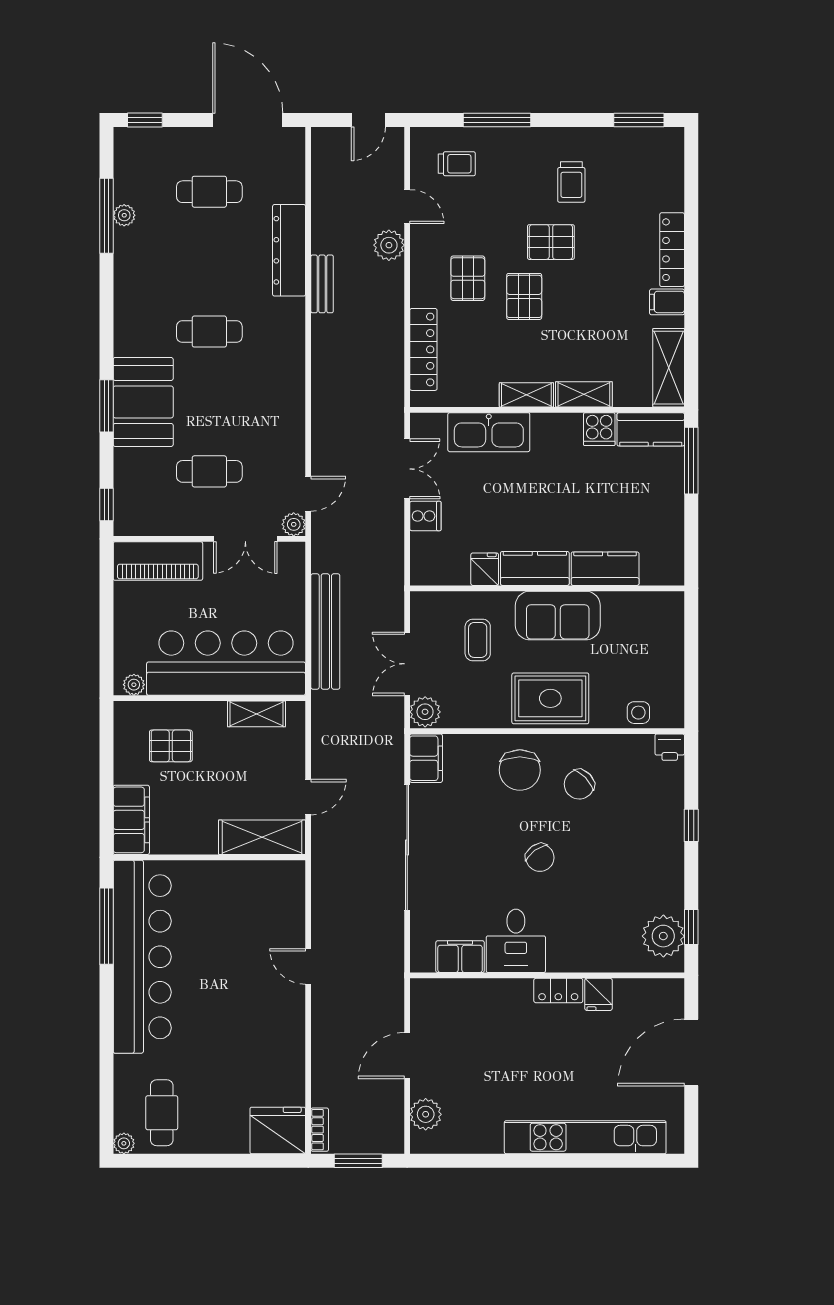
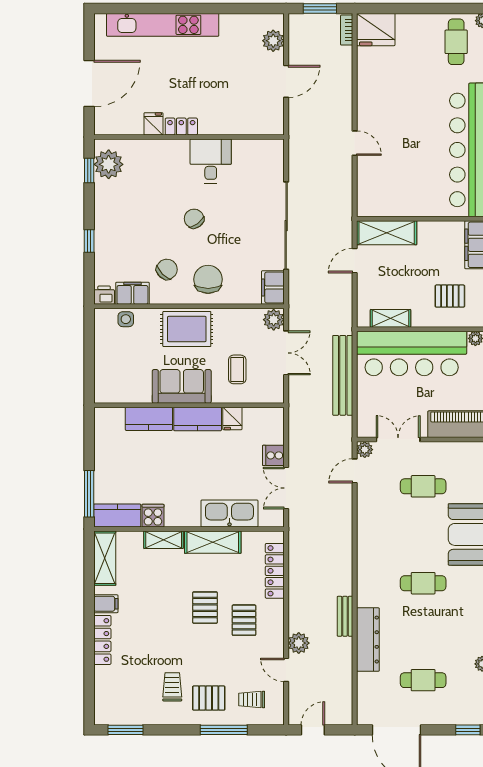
pallet: (551, 242) -> (209, 698), moved
shelving: (526, 395) -> (213, 542), width x1.50, depth x1.33
filing cabinet: (460, 957) -> (132, 293), moved, turned 180

